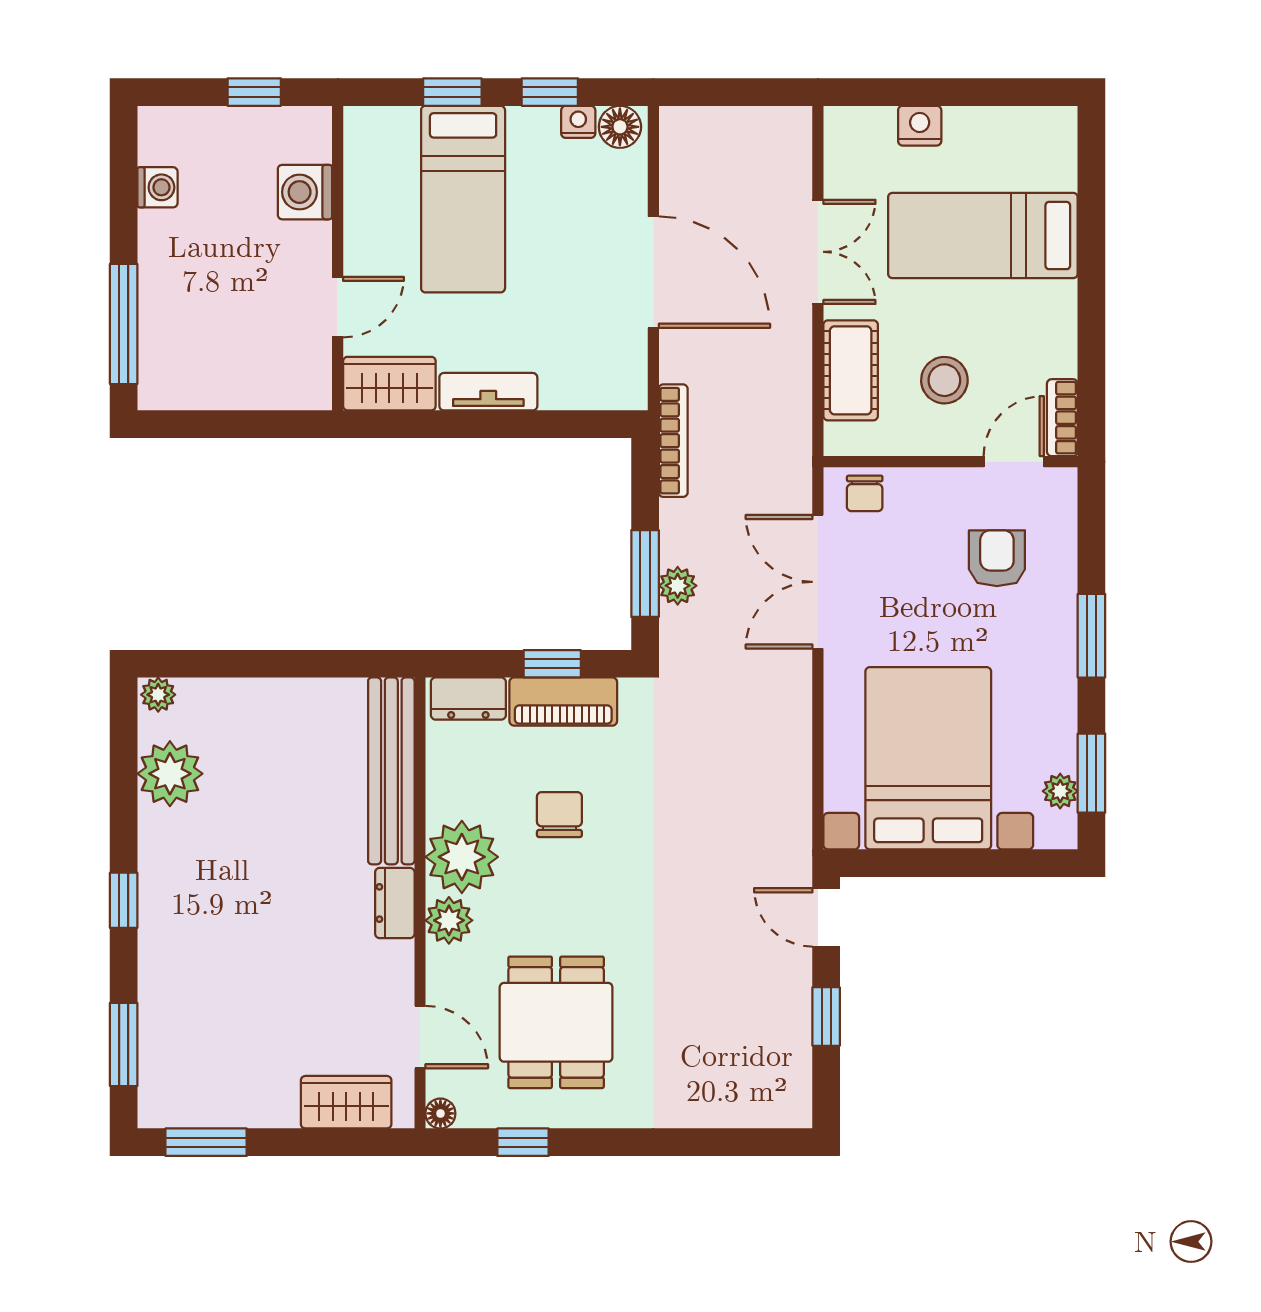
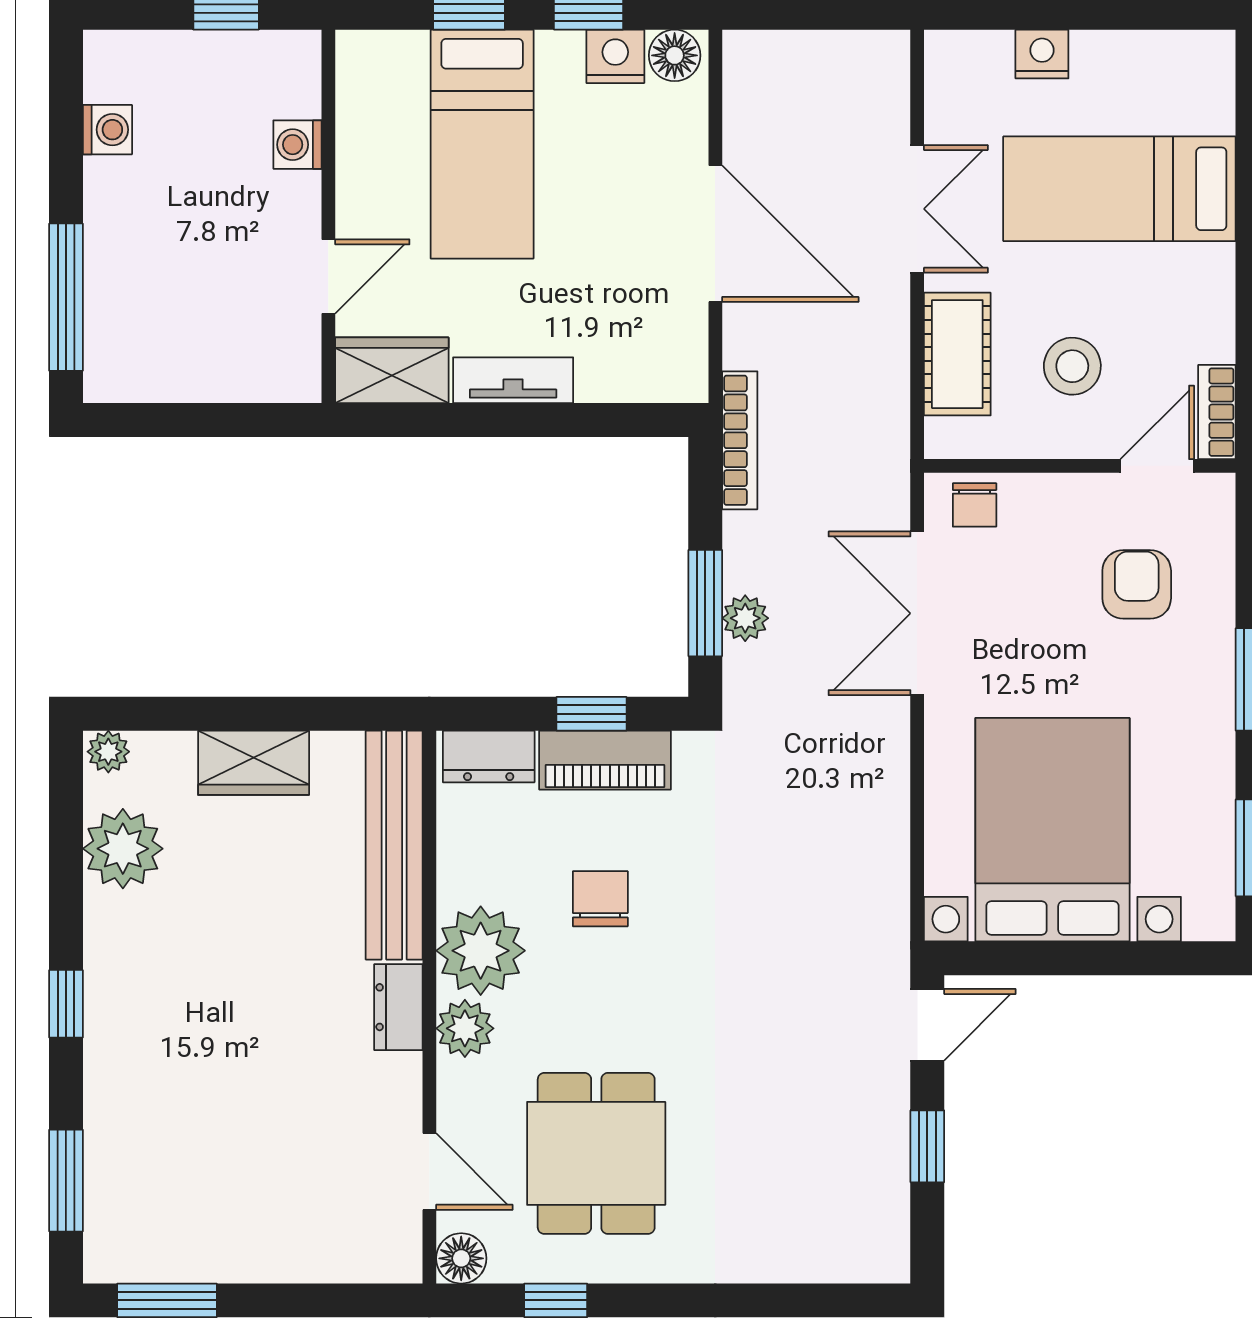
nightstand: (578, 122) -> (615, 56), width x1.39, depth x1.35
washing machine: (305, 192) -> (297, 145), width x0.73, depth x0.73
plant: (1060, 791) -> (1214, 870), removed
door: (826, 917) -> (927, 1025), swing flipped
wardrobe: (346, 1102) -> (254, 763), moved, turned 180
floor lamp: (440, 1113) -> (461, 1258), width x1.37, depth x1.37

